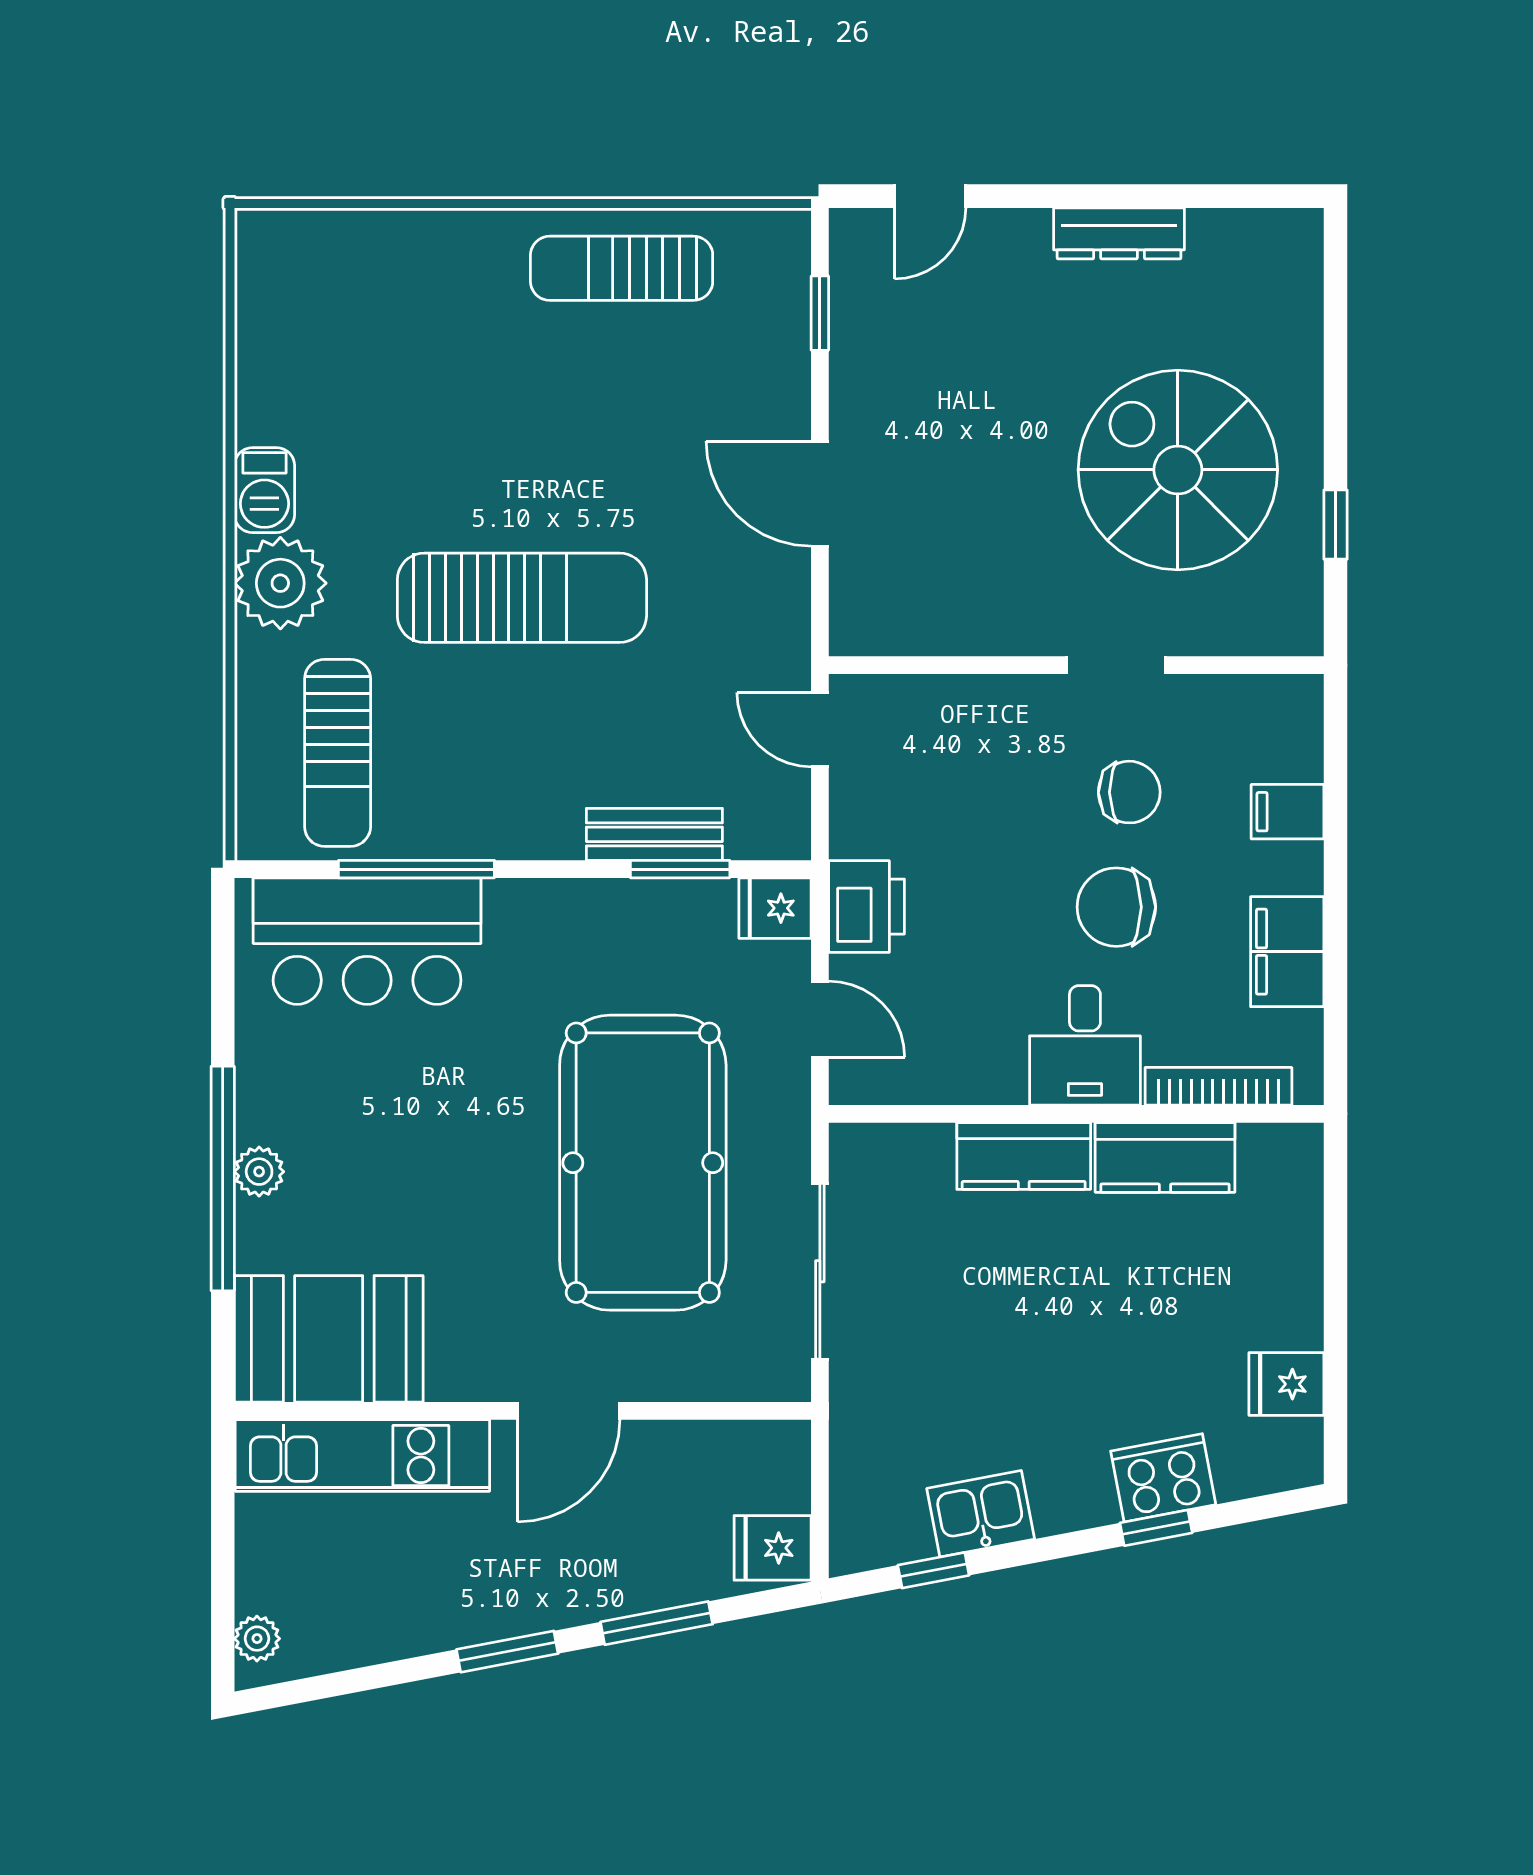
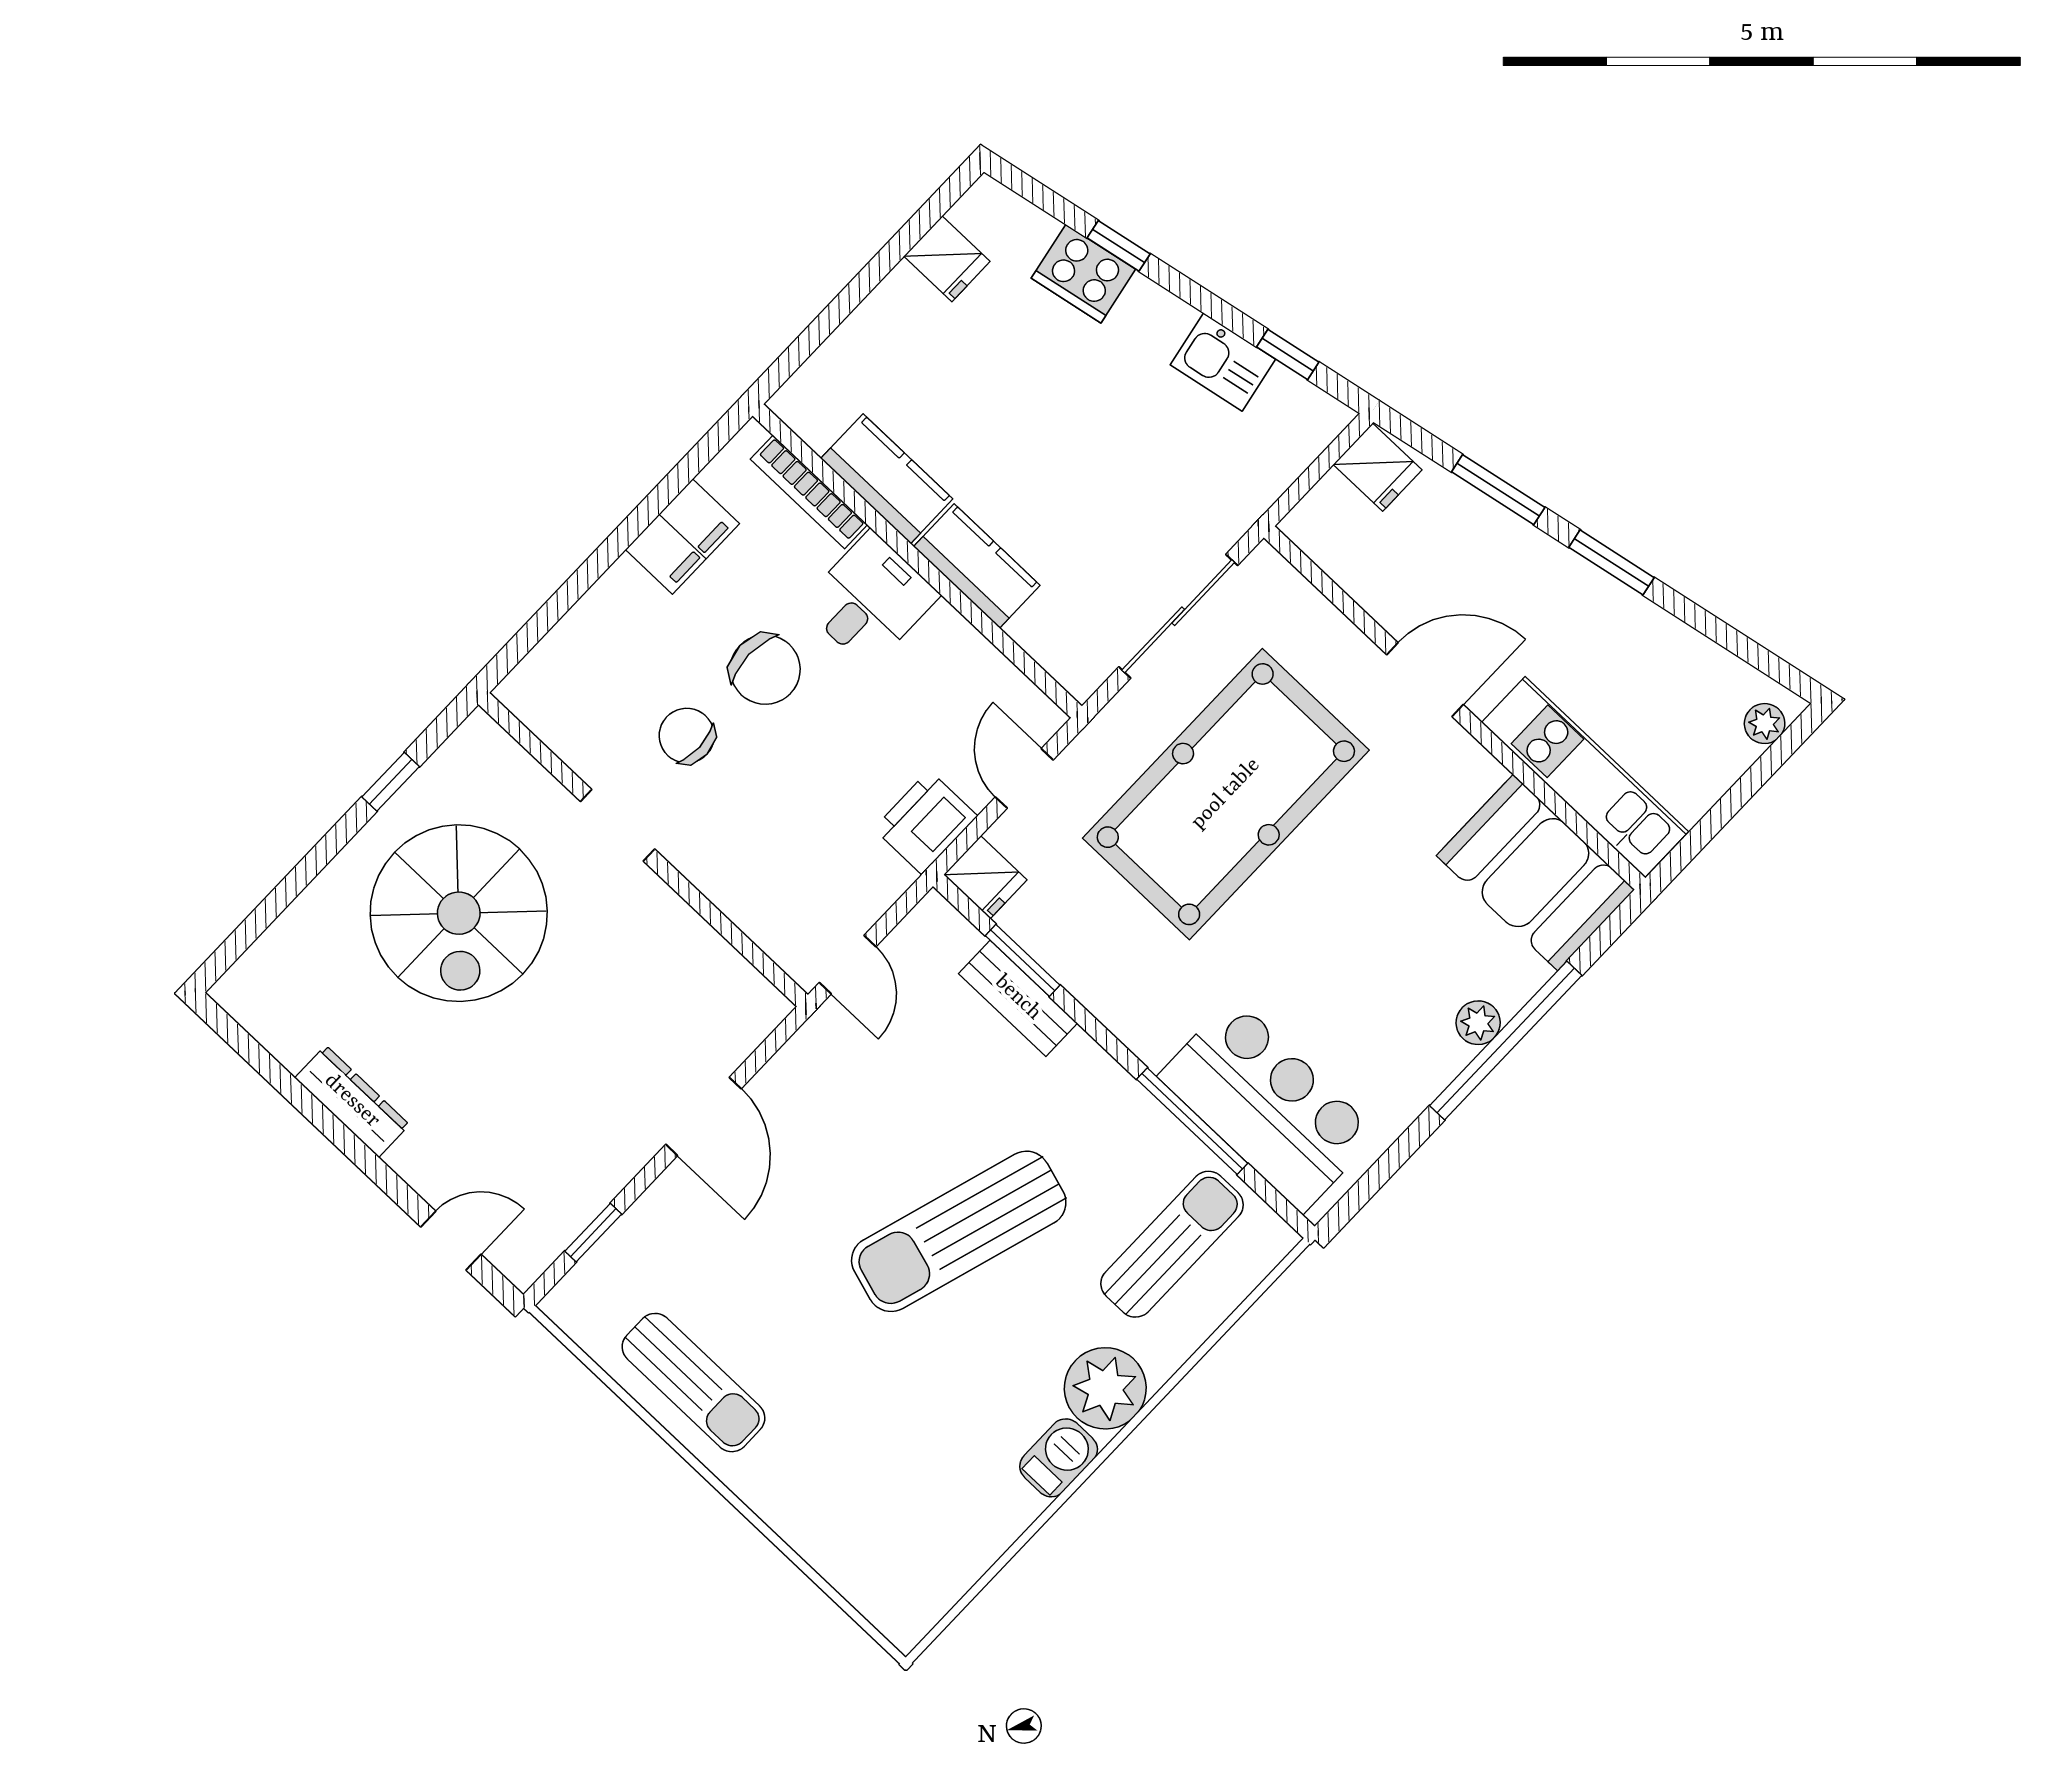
sun lounger: (522, 598) -> (959, 1231), turned -73
filing cabinet: (1288, 812) -> (597, 626), removed

